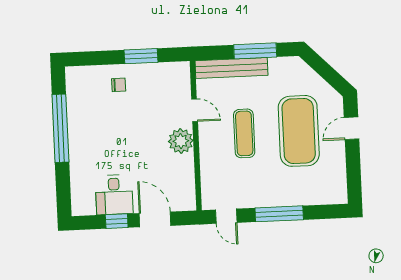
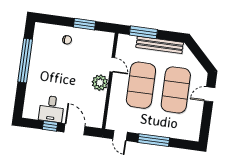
window: (255, 51) -> (143, 32), moved
bench: (231, 68) -> (160, 45), moved
exercise mat: (244, 133) -> (141, 85), width x2.00, depth x1.45

